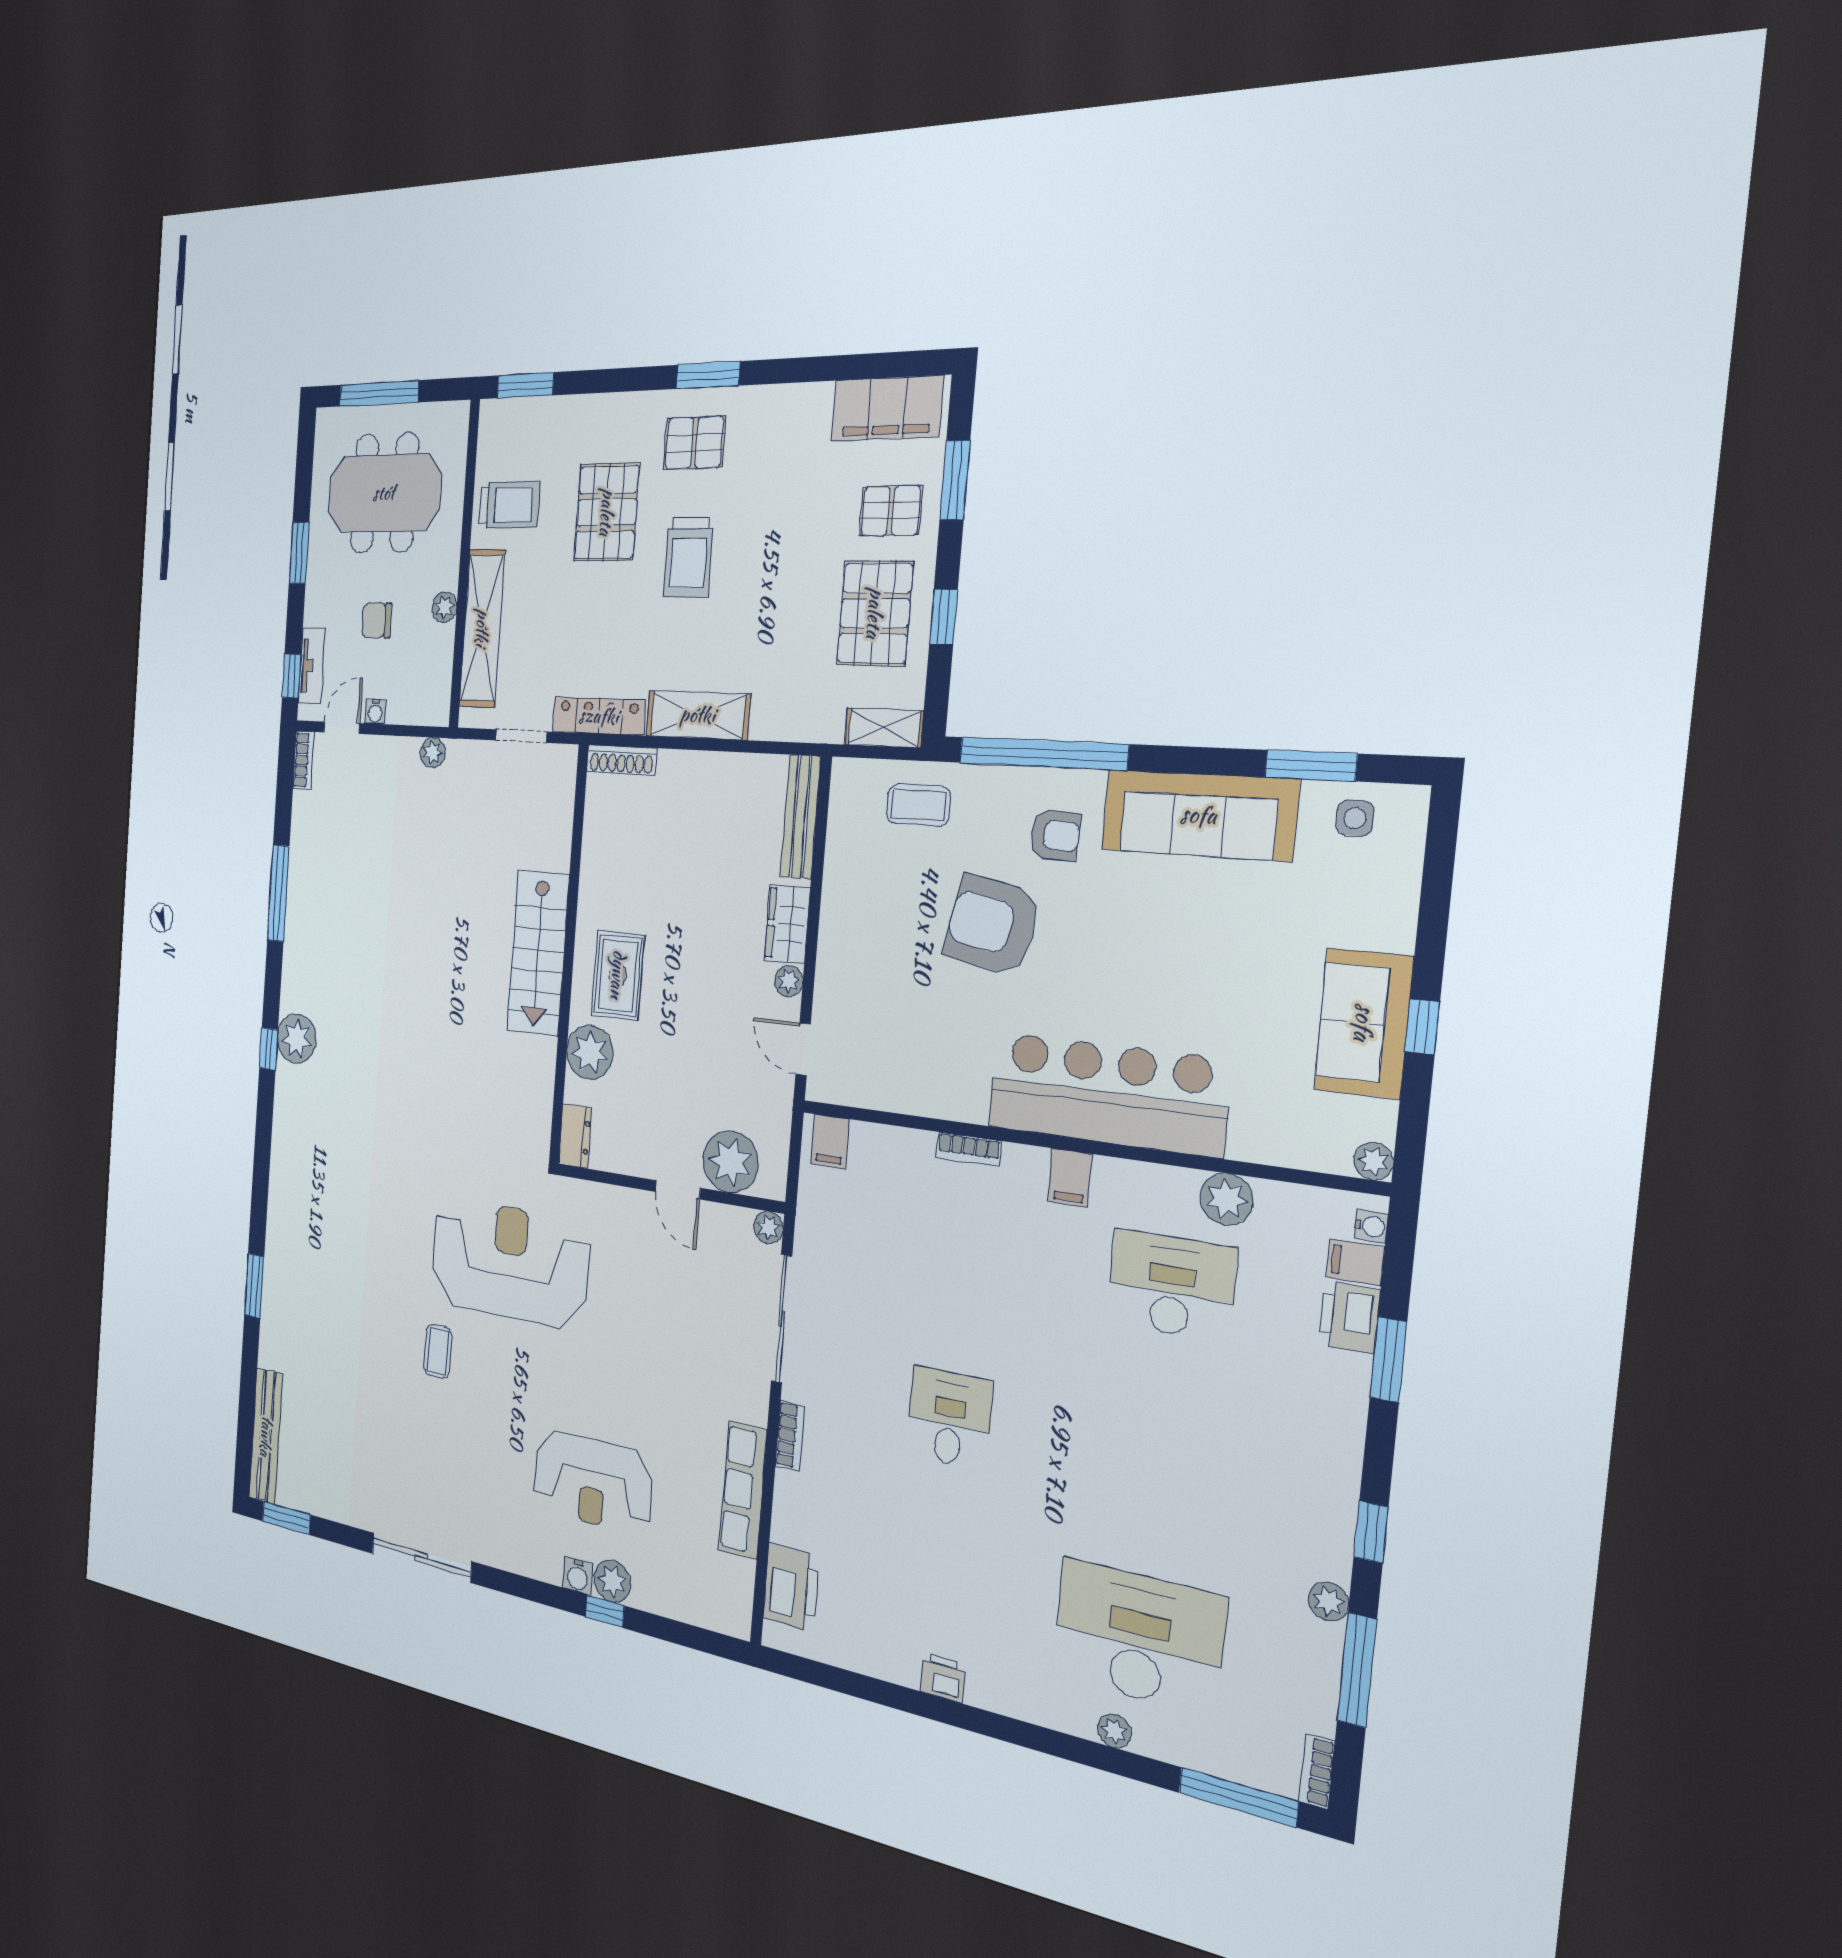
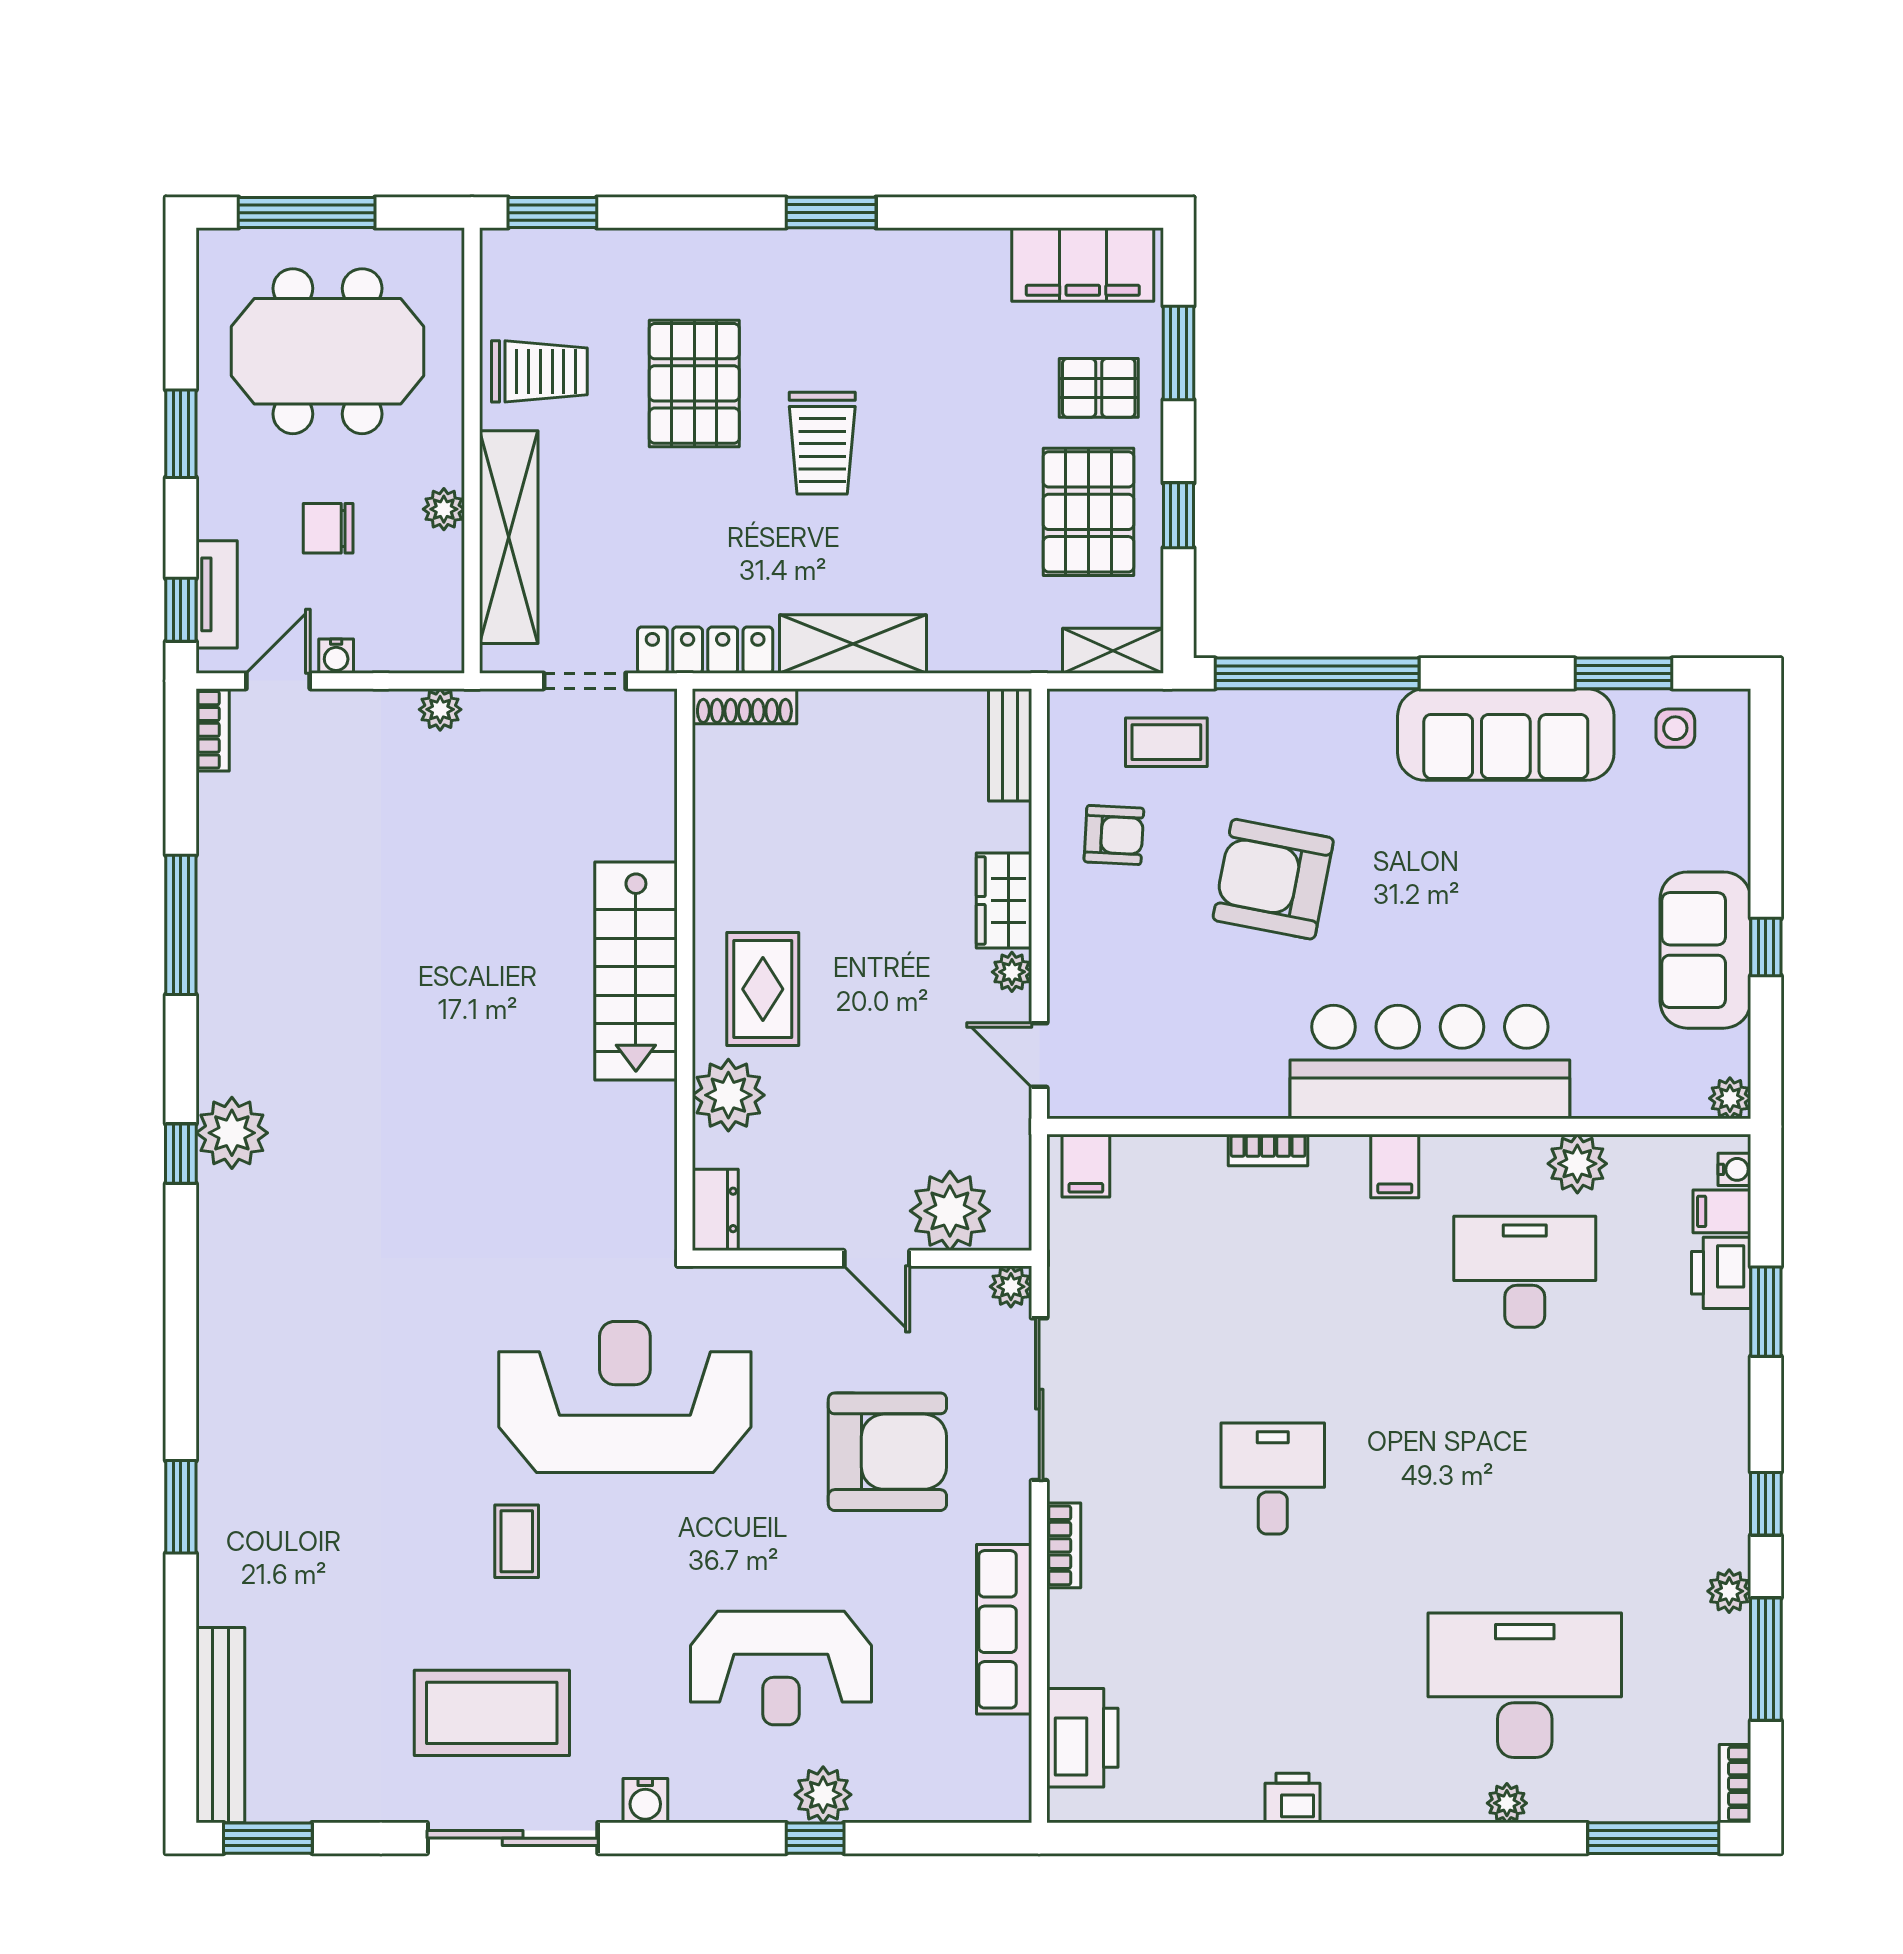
pallet: (694, 443) -> (819, 297), removed
bench: (800, 817) -> (1010, 745), width x0.73
armchair: (1055, 835) -> (1114, 835), moved
armchair: (674, 1337) -> (887, 1452), added
coffee table: (415, 1467) -> (492, 1713), added
water cooler: (577, 1576) -> (645, 1801), moved

